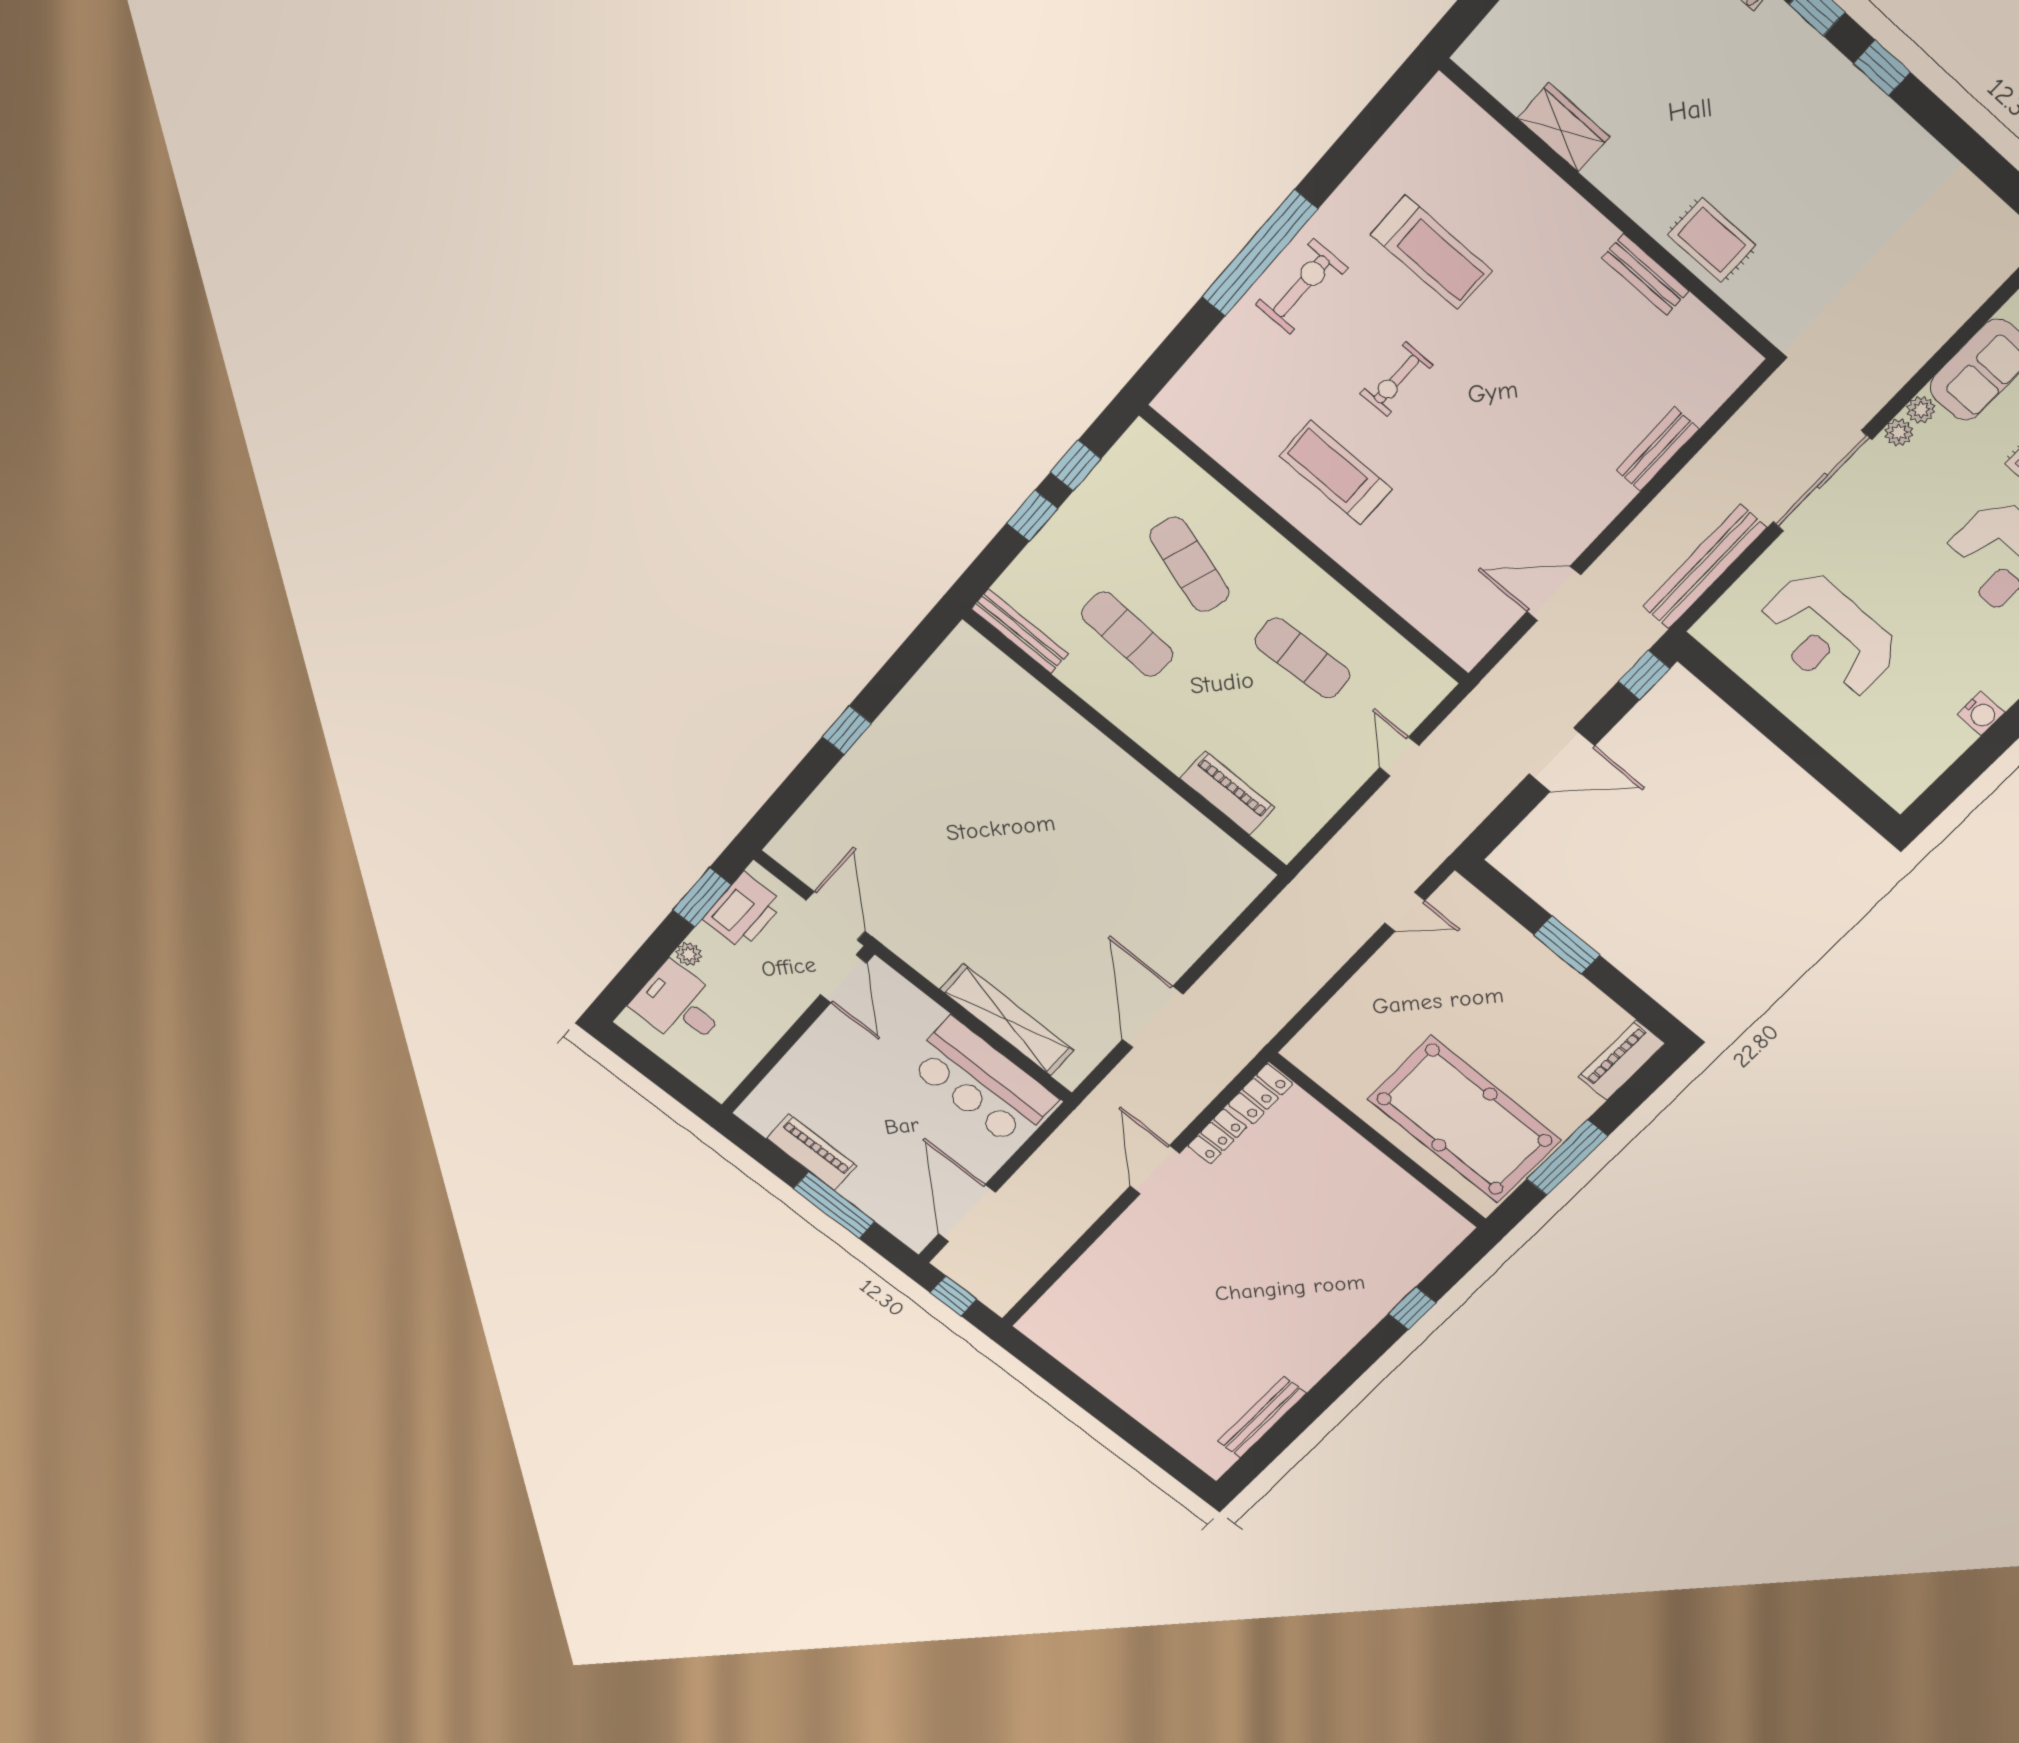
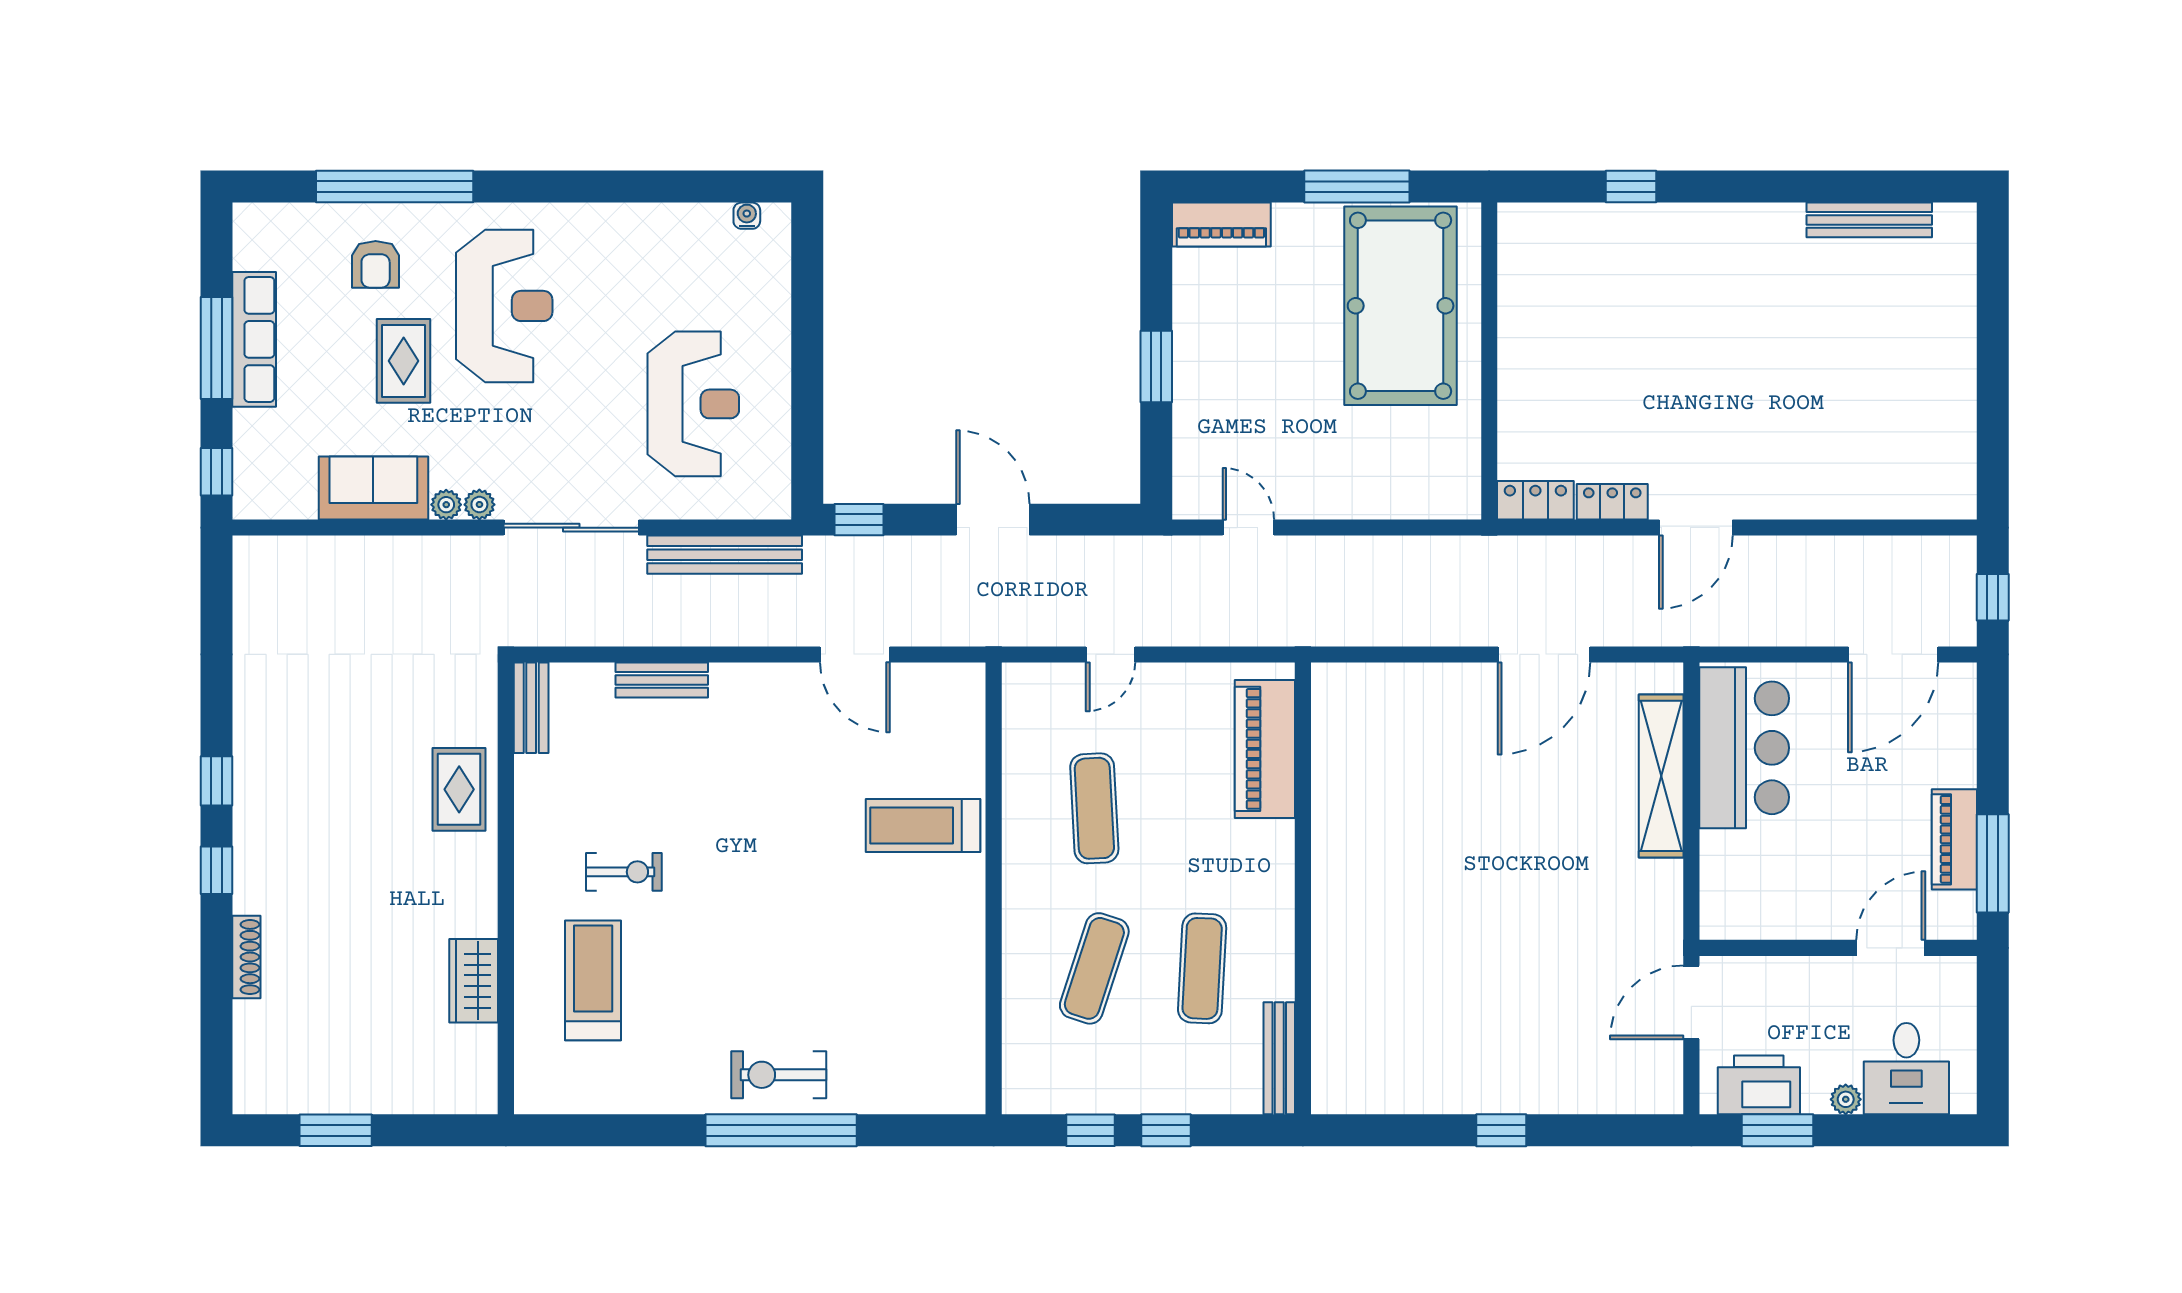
treadmill: (1431, 253) -> (593, 980), moved
bench: (1645, 274) -> (531, 708), moved
exercise bike: (1396, 379) -> (624, 872), moved
treadmill: (1336, 473) -> (923, 825), moved, turned 90
water cooler: (1981, 713) -> (747, 216), moved, width x0.72, depth x0.72
piano: (1228, 793) -> (1265, 749), width x1.37, depth x1.33
door: (844, 979) -> (1891, 948), moved
window: (834, 1205) -> (1993, 863), moved

